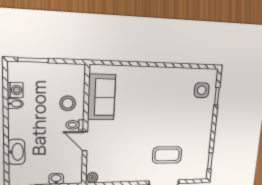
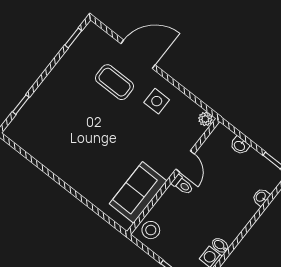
side table: (202, 90) -> (157, 101), moved
stool: (68, 103) -> (151, 230), moved
washbasin: (16, 152) -> (261, 197), width x0.52, depth x0.69

